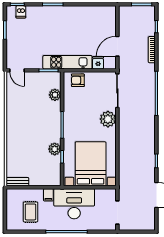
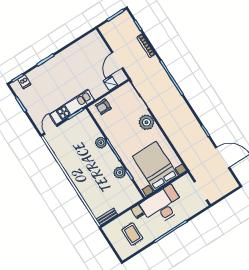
kitchen unit: (67, 62) -> (72, 107), moved
door: (17, 70) -> (51, 130), swing flipped
plant: (55, 95) -> (101, 143), moved

